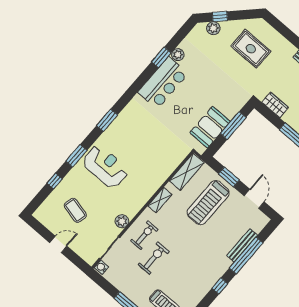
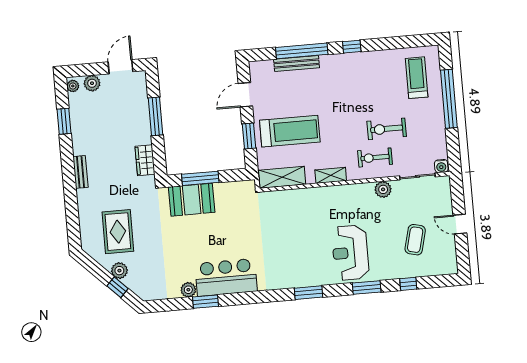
plant: (213, 28) -> (119, 271), moved
booth: (210, 127) -> (192, 200), moved

